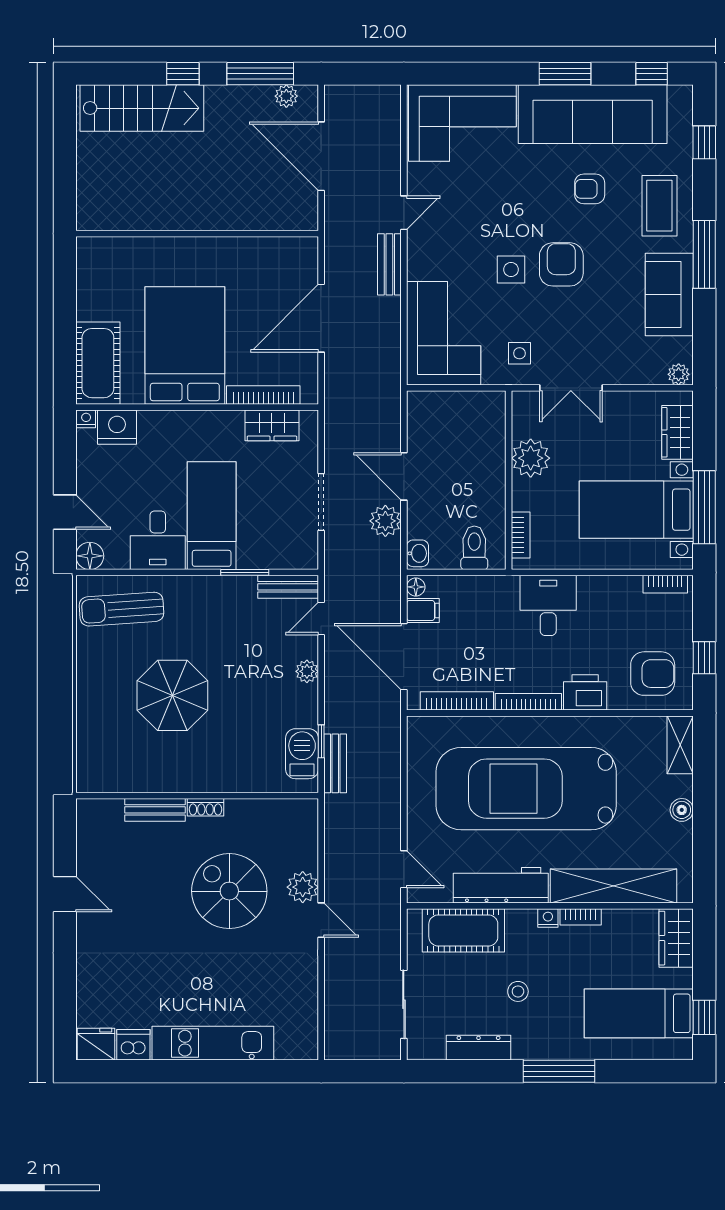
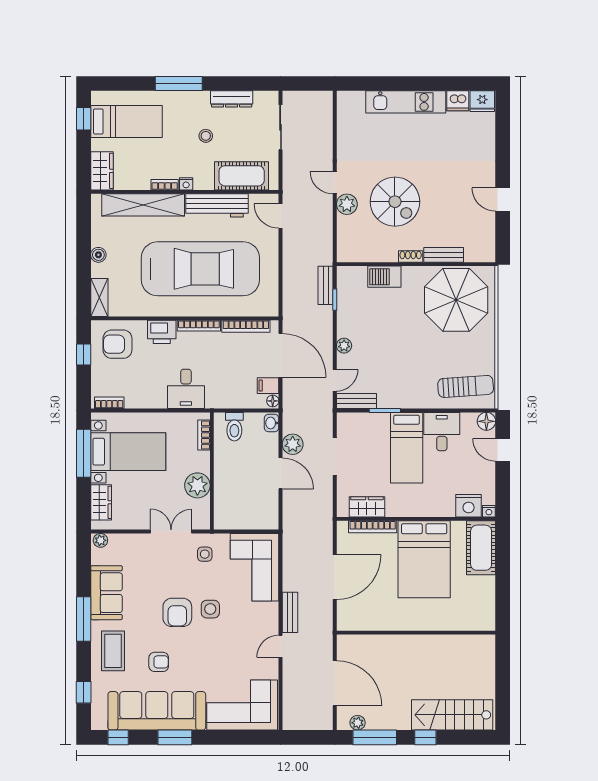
parasol: (172, 695) -> (456, 300), moved, width x1.36, depth x1.36
barbecue: (302, 754) -> (384, 277), moved, turned 90

